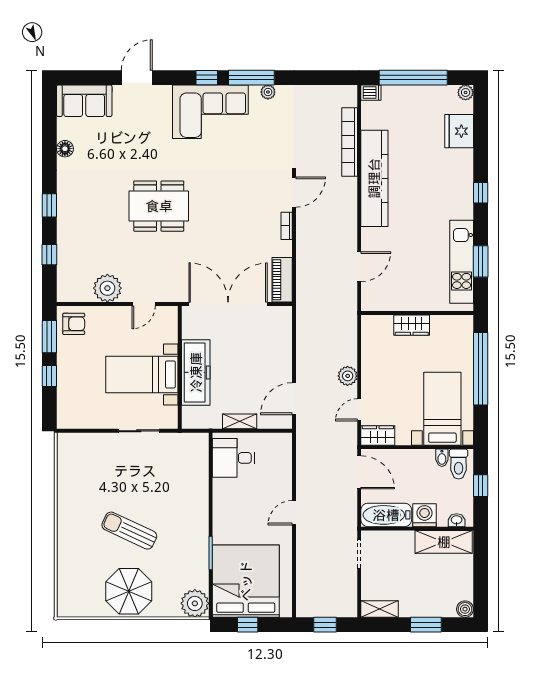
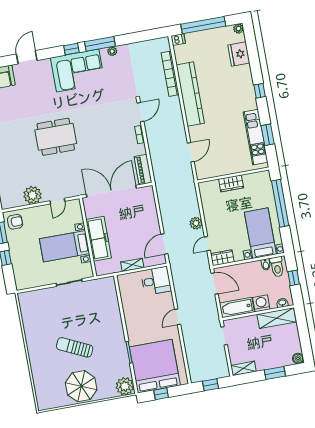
desk: (233, 458) -> (156, 281), moved, turned 180

